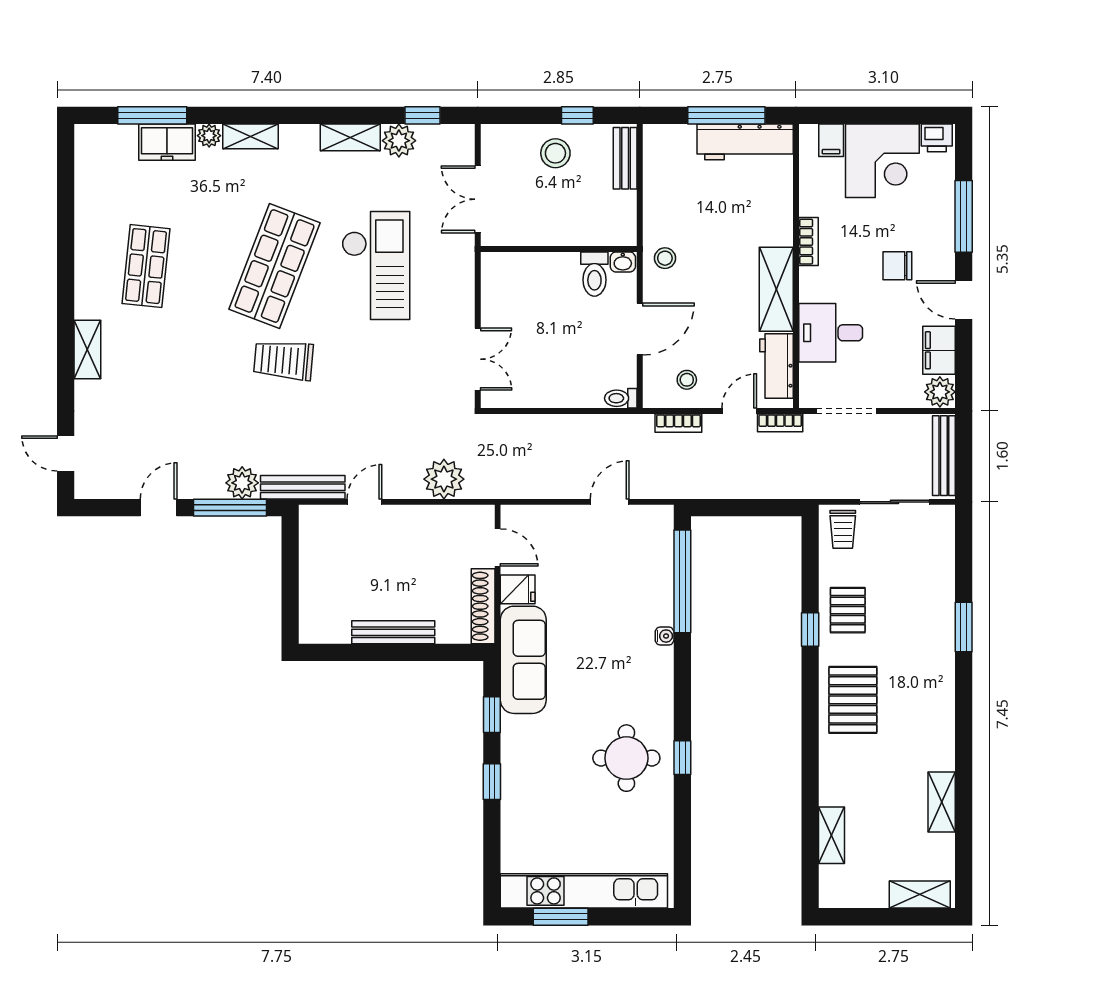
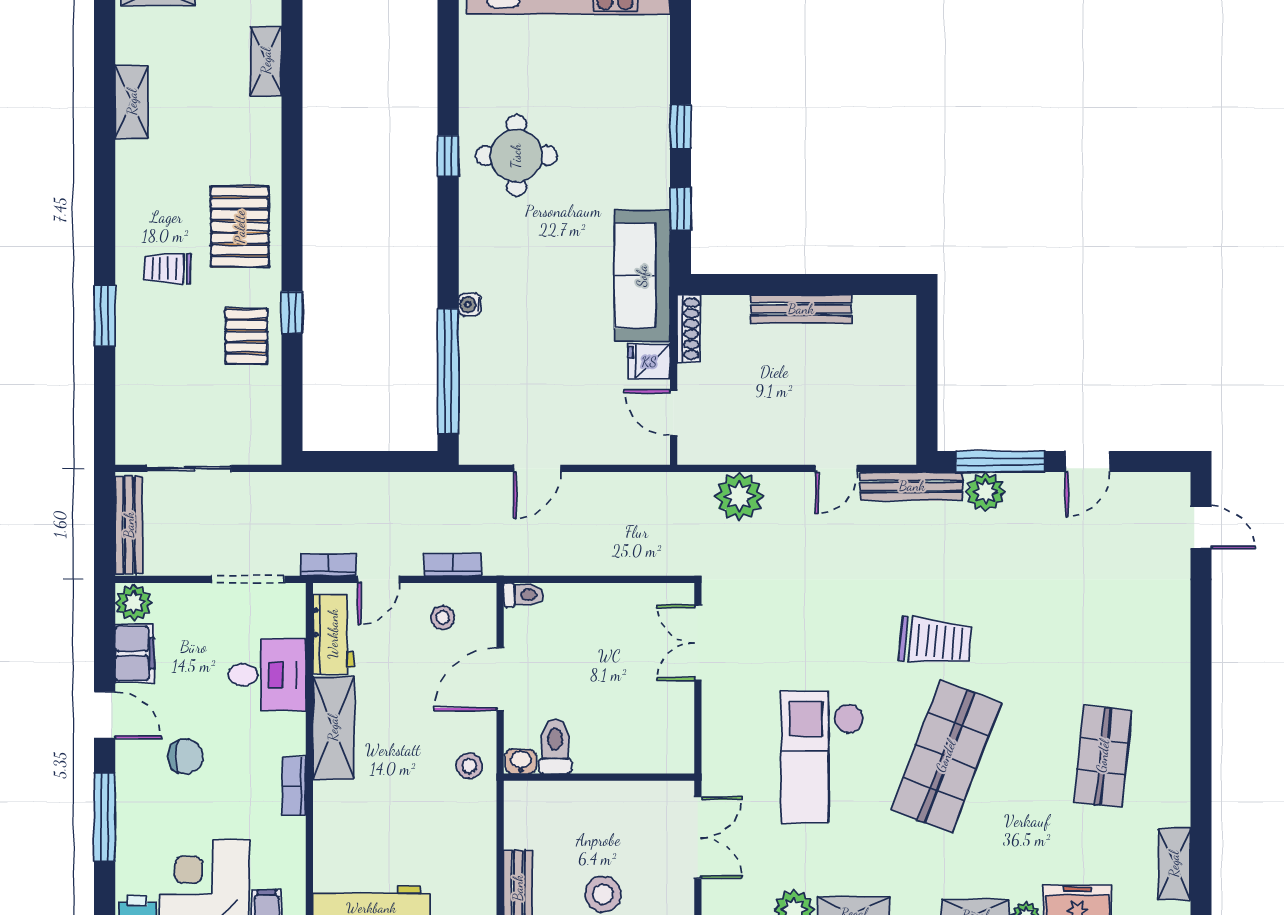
shelving: (87, 350) -> (1174, 864), moved
trolley: (843, 529) -> (167, 269), moved, turned -90
shoe rack: (483, 606) -> (689, 329), width x0.74, depth x0.81

